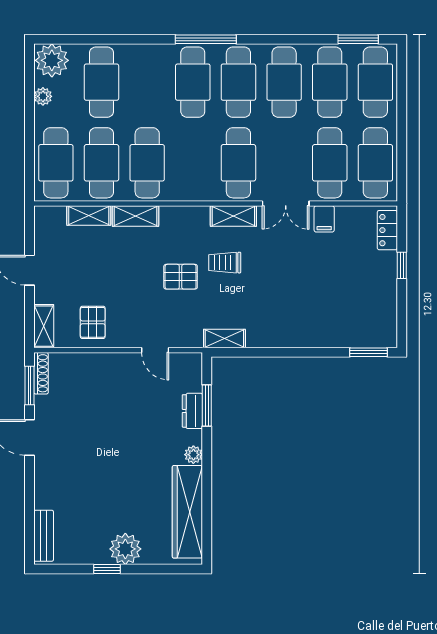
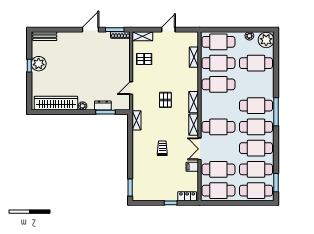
shelving: (136, 216) -> (194, 102), moved
trolley: (225, 263) -> (162, 148), moved
plant: (125, 549) -> (39, 64), moved

